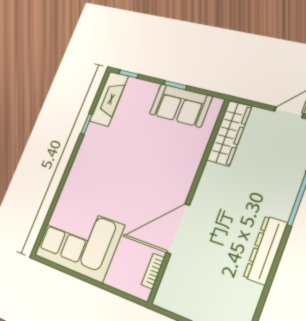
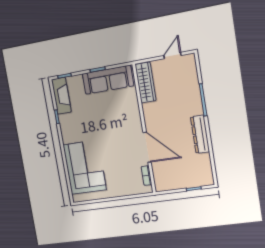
sofa: (181, 105) -> (108, 80), width x1.36
door: (178, 229) -> (147, 147), swing flipped
corner sofa: (79, 240) -> (85, 167), moved, turned 90

